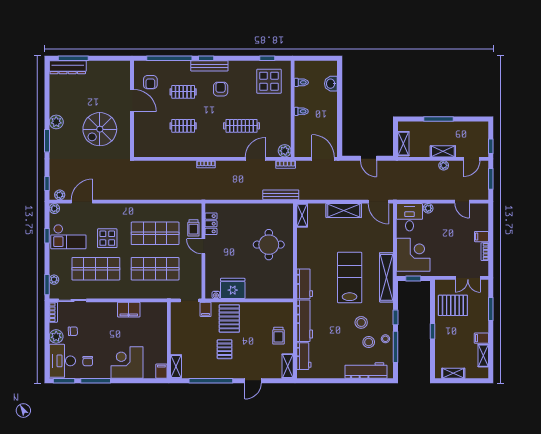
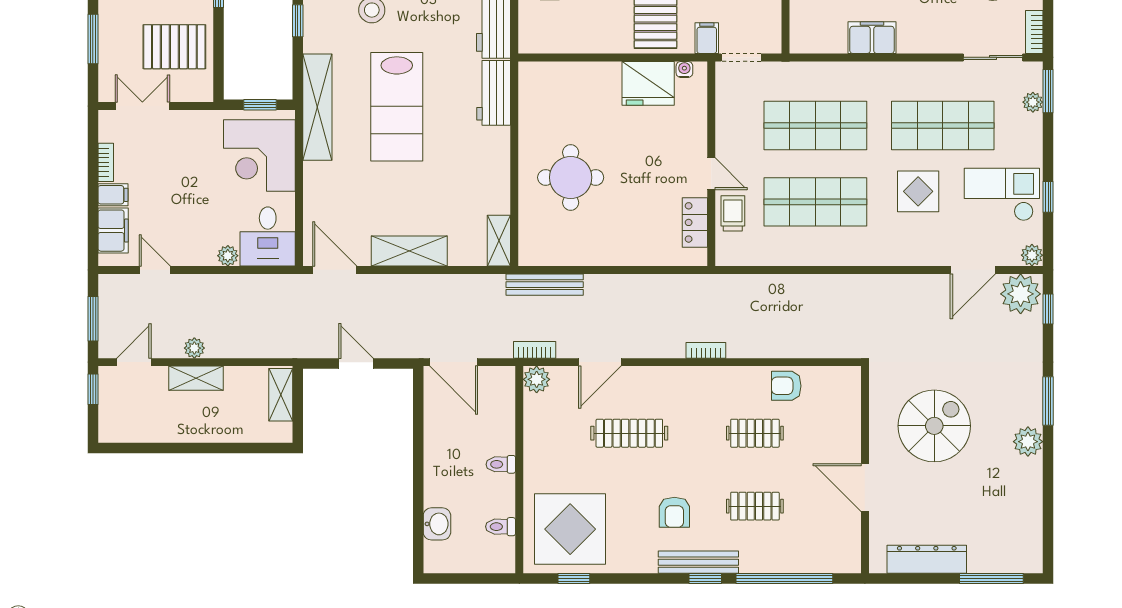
dresser: (68, 67) -> (927, 559), moved
display table: (269, 81) -> (570, 529), width x1.36, depth x1.36
armchair: (150, 82) -> (786, 386), moved, turned -90
window: (439, 119) -> (205, 448), removed
plant: (60, 195) -> (1021, 294), width x1.88, depth x1.88
filing cabinet: (481, 220) -> (113, 231), added

